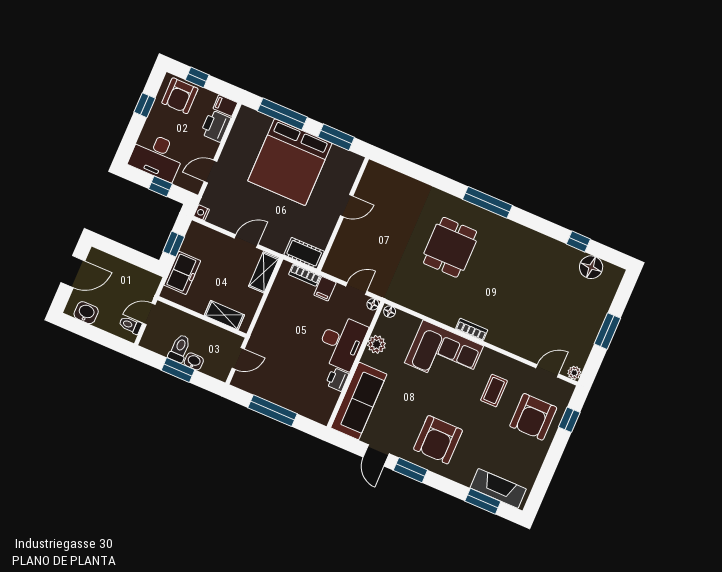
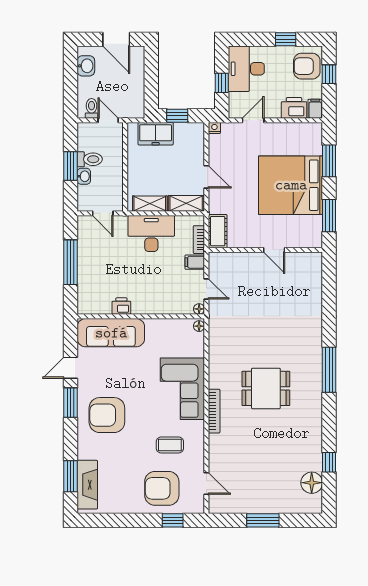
window: (282, 114) -> (329, 161), width x0.69
door: (210, 171) -> (253, 120), hinge flipped
dining table: (450, 247) -> (266, 388), moved
shelving: (224, 315) -> (150, 204), moved, turned 90
bookcase: (472, 329) -> (214, 411), width x1.56
desk: (342, 342) -> (151, 234), moved, turned 180
plant: (377, 344) -> (166, 327), removed
plant: (574, 373) -> (215, 507), removed

